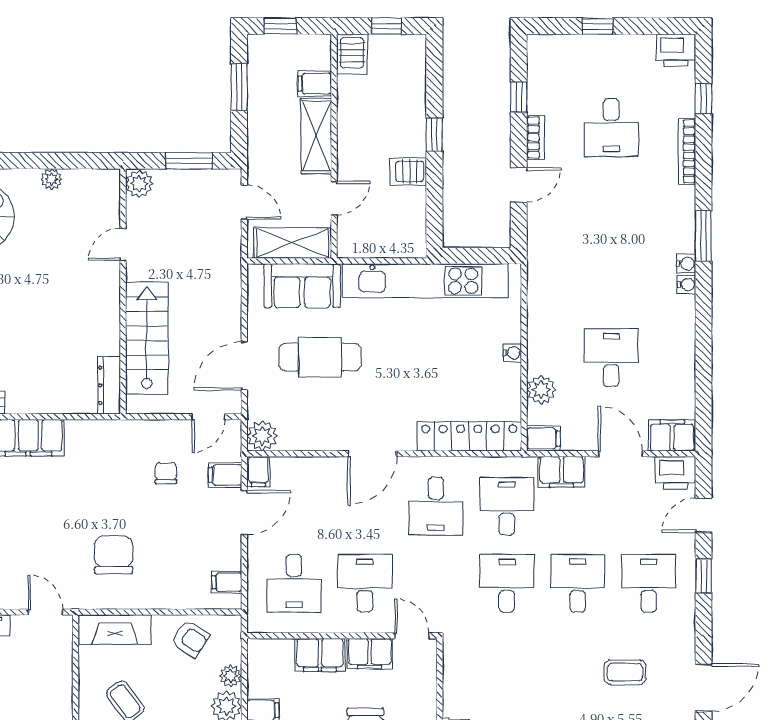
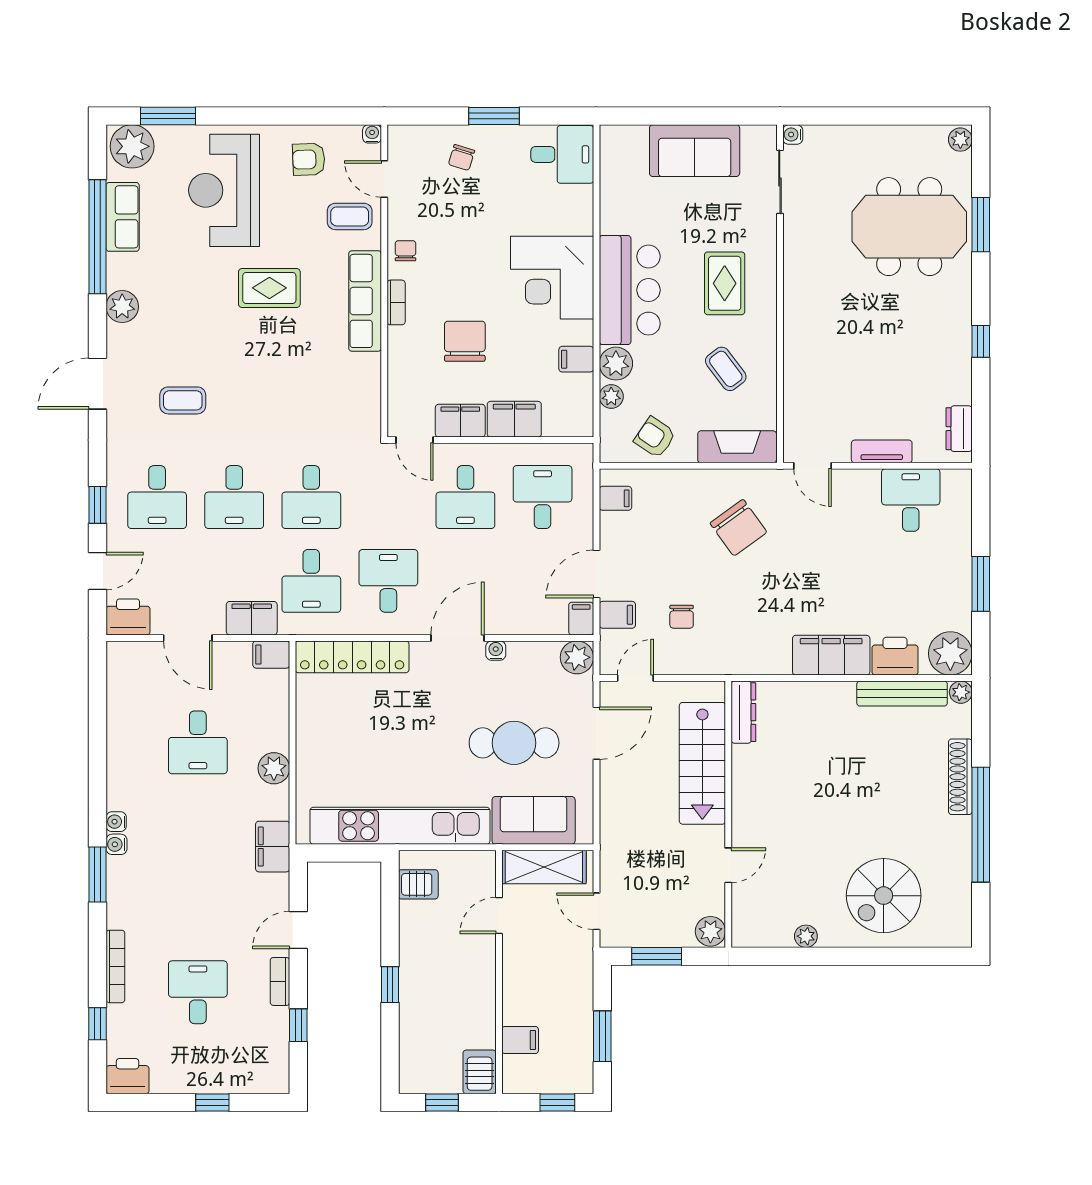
shelving: (316, 136) -> (518, 983), removed
server rack: (408, 171) -> (418, 884), moved
water cooler: (512, 353) -> (496, 651), moved, turned 90
plant: (541, 390) -> (274, 768), moved
filing cabinet: (672, 435) -> (273, 847), moved, turned 90
chair: (114, 555) -> (739, 528), turned -36

